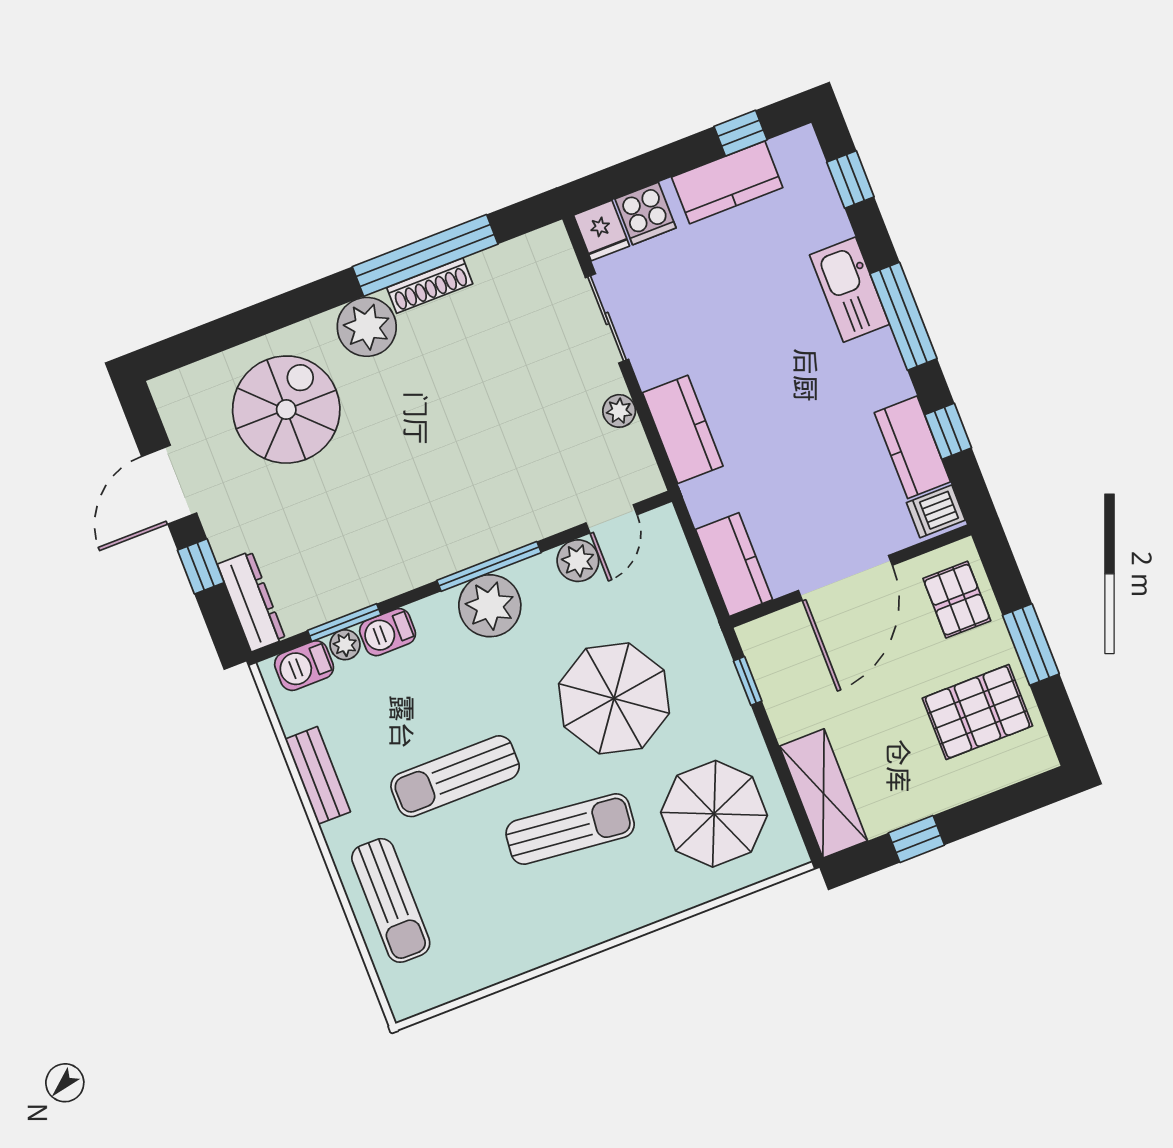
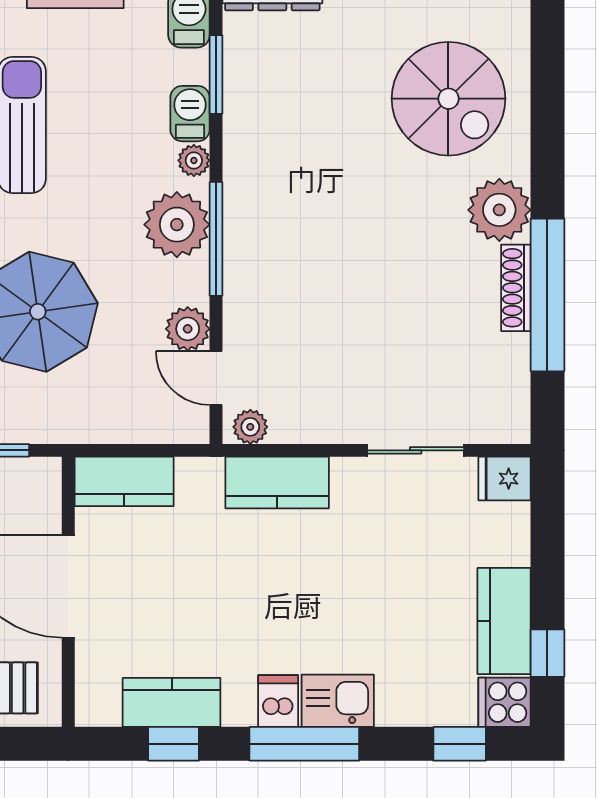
cooker: (646, 213) -> (504, 702), moved
kitchen sink: (849, 290) -> (338, 701), width x0.73
plant: (619, 411) -> (250, 427), moved
dishwasher: (936, 511) -> (278, 701), moved
plant: (345, 645) -> (194, 160), moved

